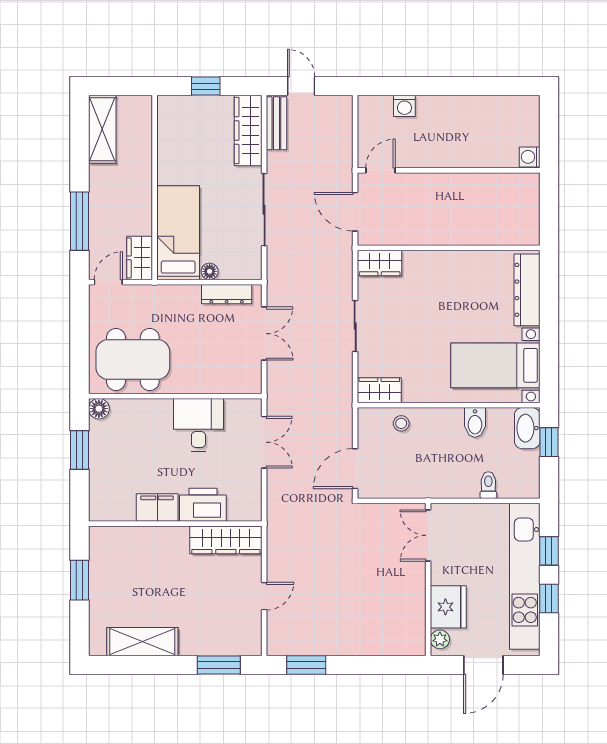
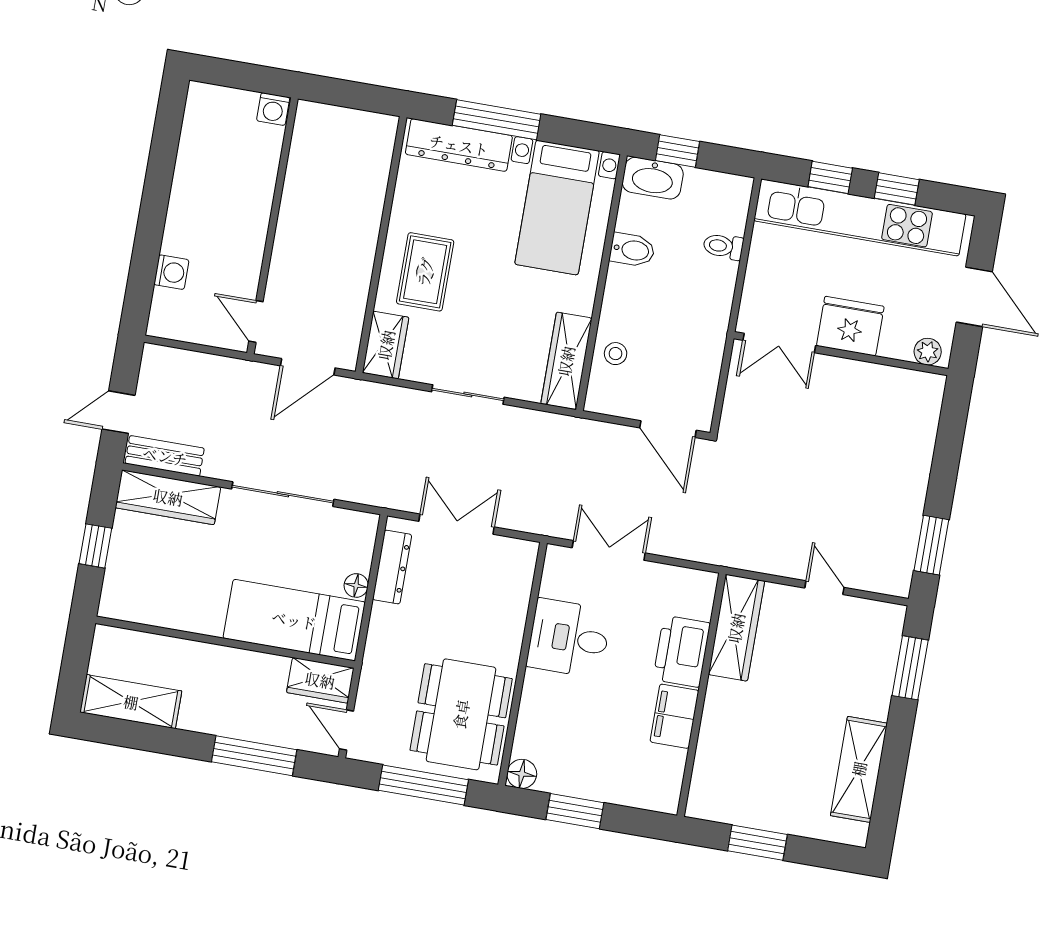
rug: (435, 282) -> (425, 272), added
window: (549, 313) -> (497, 120), added
window: (79, 342) -> (423, 785), added
wardrobe: (379, 390) -> (566, 361), width x1.50
fridge: (448, 607) -> (850, 326), moved

